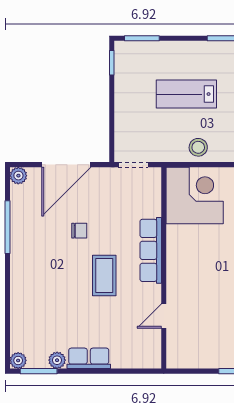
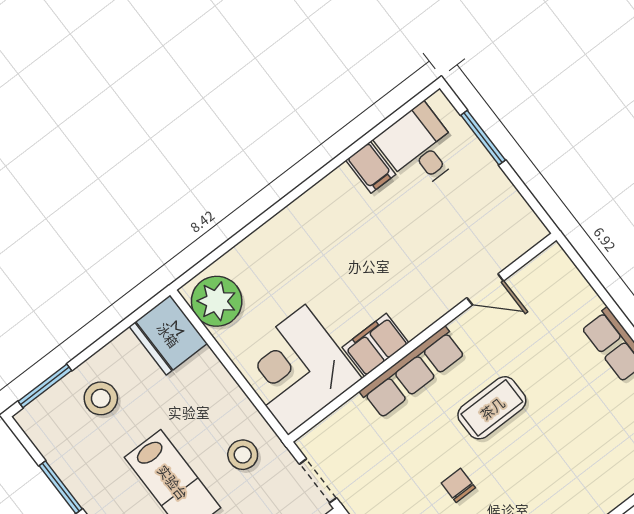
stool: (198, 147) -> (243, 455), moved
filing cabinet: (178, 243) -> (375, 345), added

